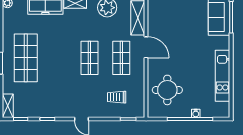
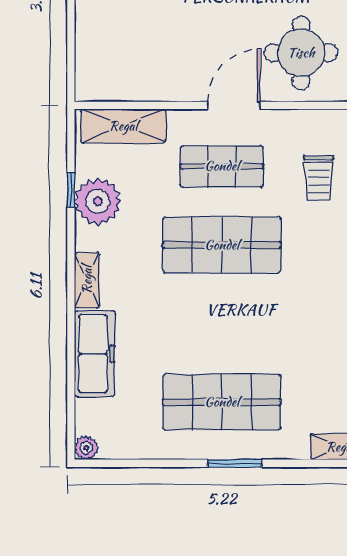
door: (146, 47) -> (234, 105), moved
shop shelf: (89, 58) -> (222, 245), width x1.43, depth x1.36

